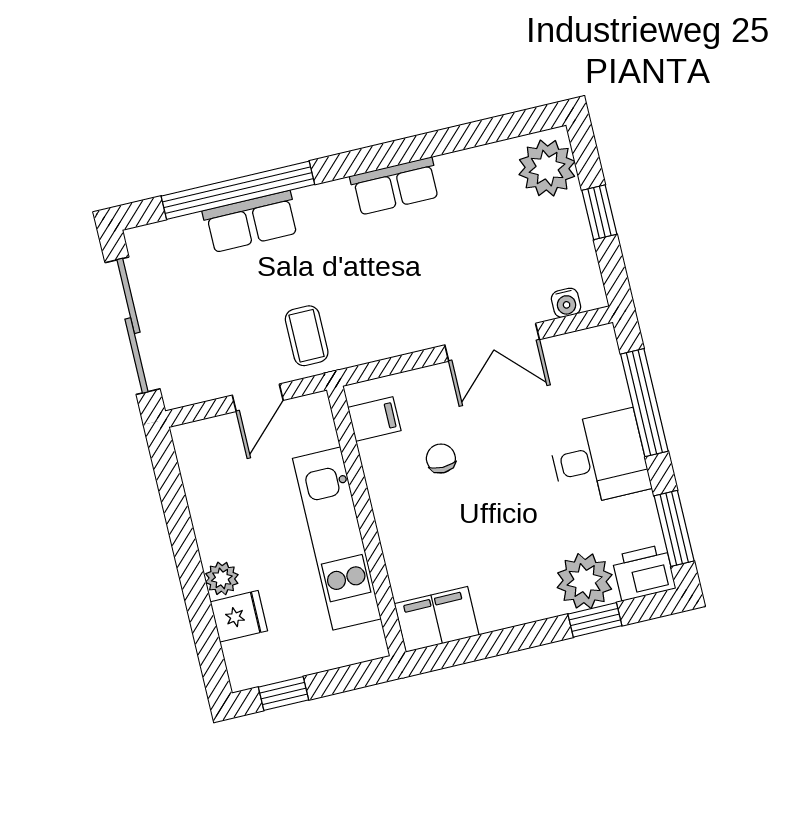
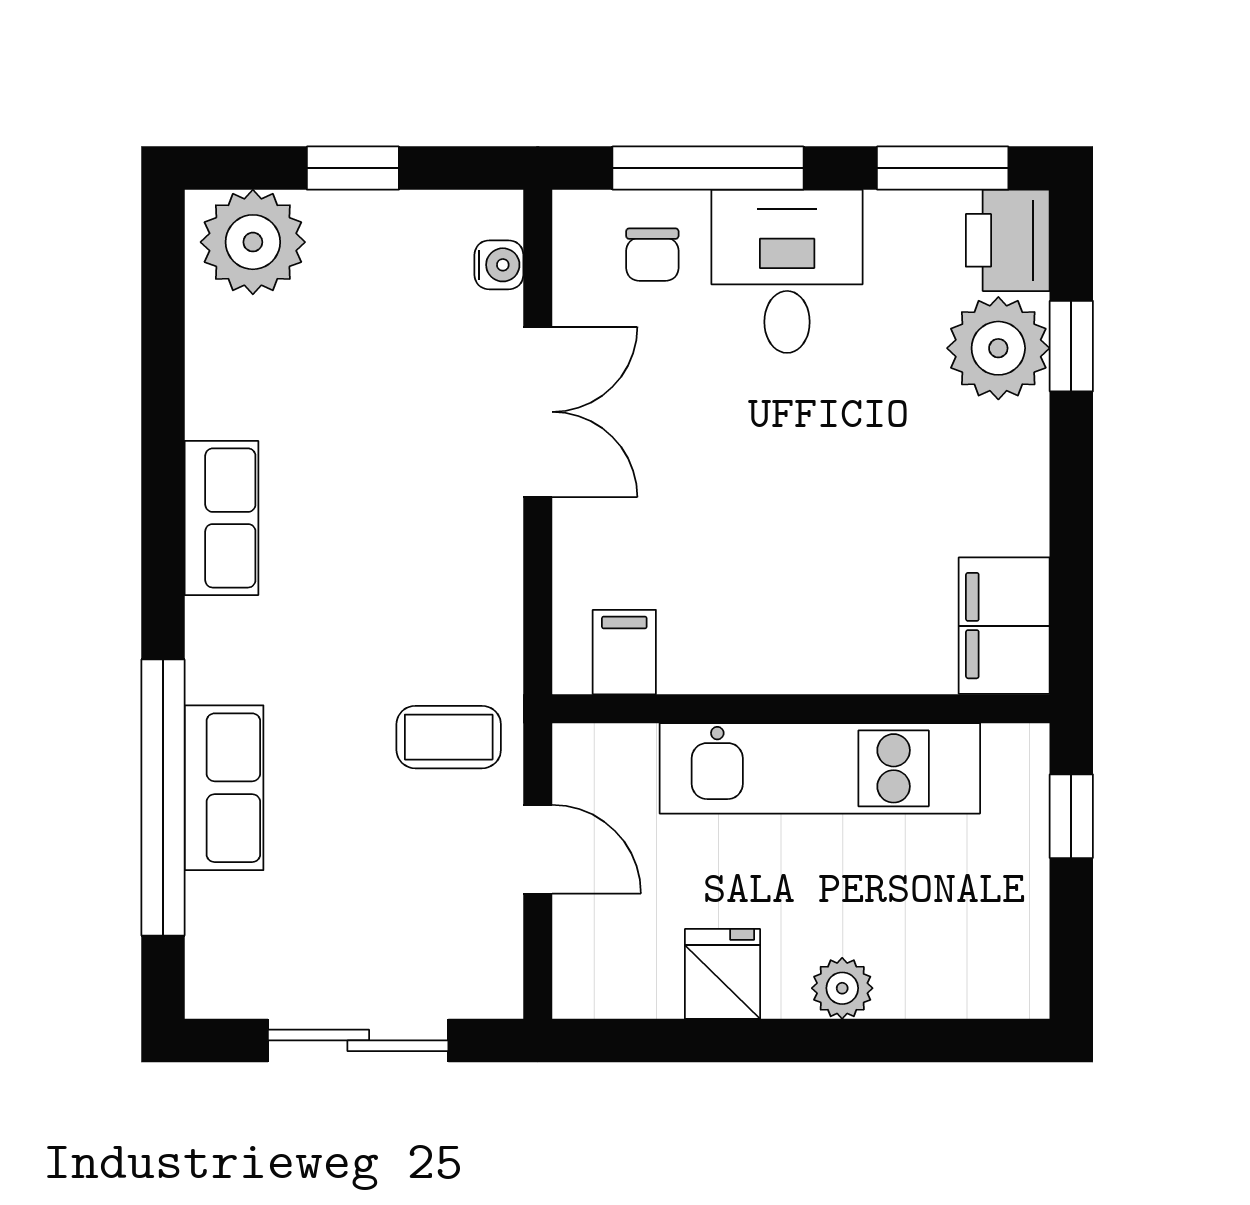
sliding door: (133, 326) -> (358, 1040), width x0.73
chair: (441, 458) -> (652, 255), moved, turned -90
fridge: (239, 616) -> (723, 974), moved
window: (283, 694) -> (1071, 816), moved

